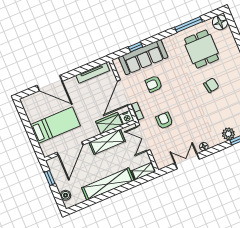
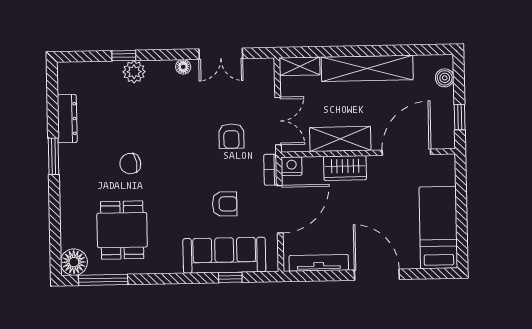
window: (188, 24) -> (103, 280), moved
door: (50, 83) -> (377, 275), moved
wardrobe: (109, 123) -> (345, 168), moved
bed: (55, 125) -> (438, 228), moved, turned 90

